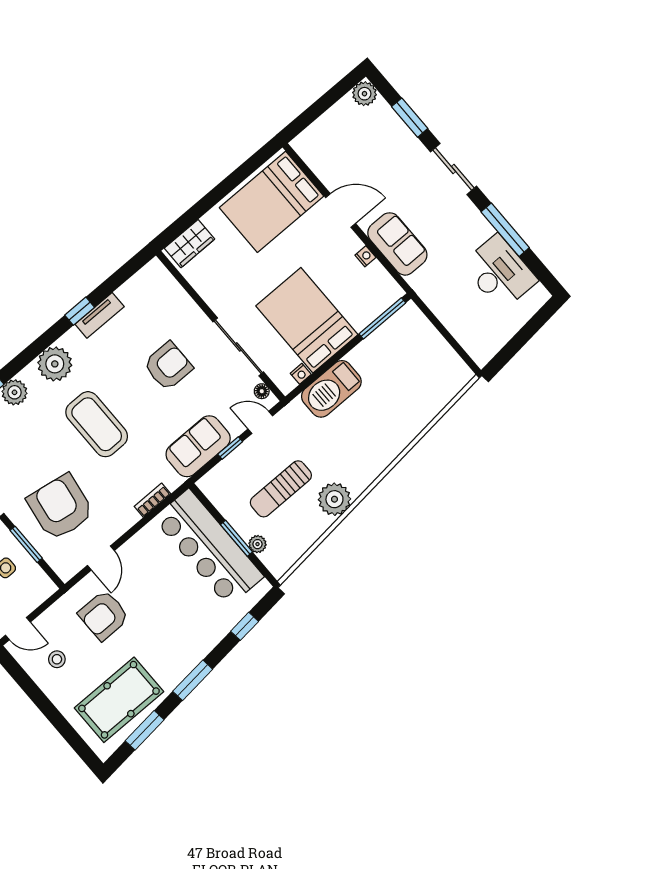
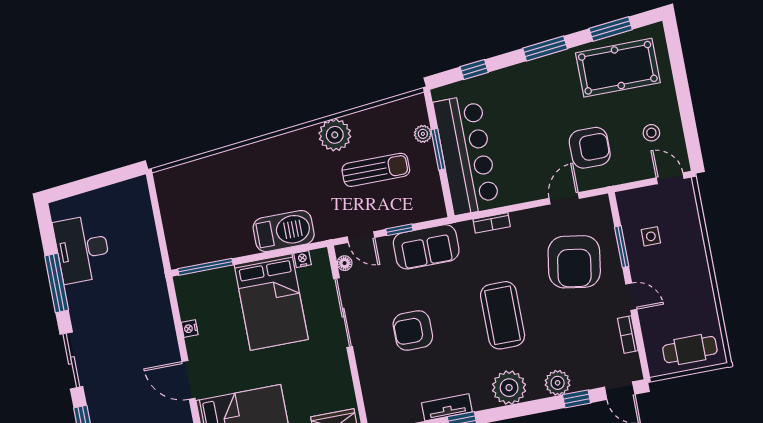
sofa: (397, 244) -> (156, 323), removed

